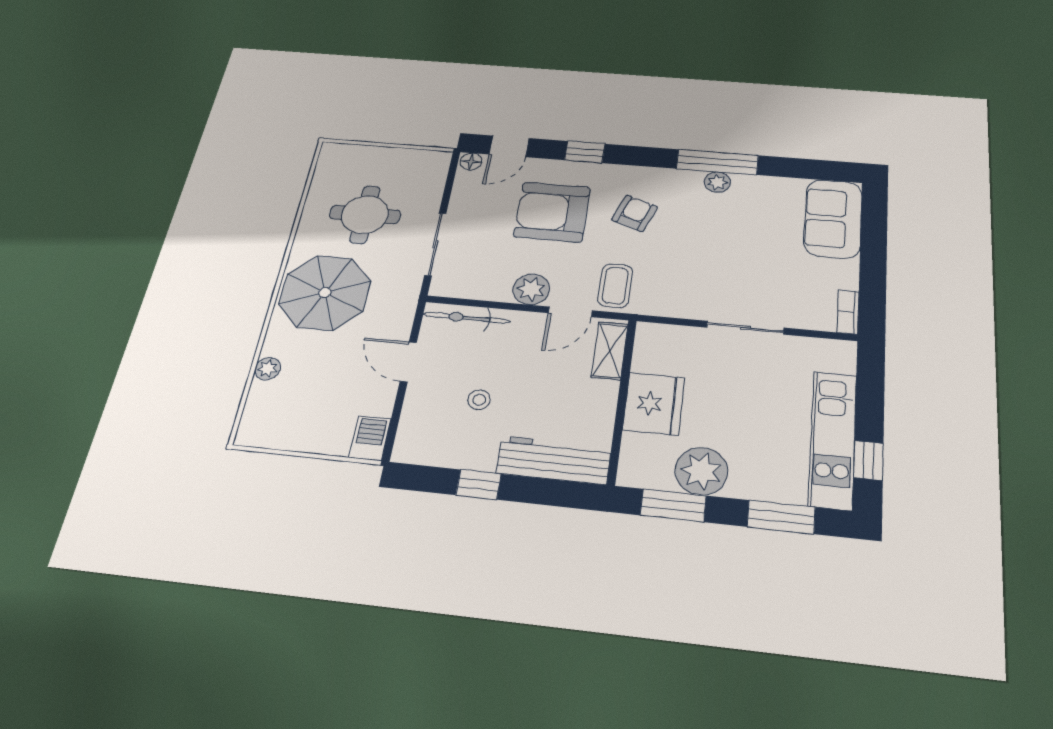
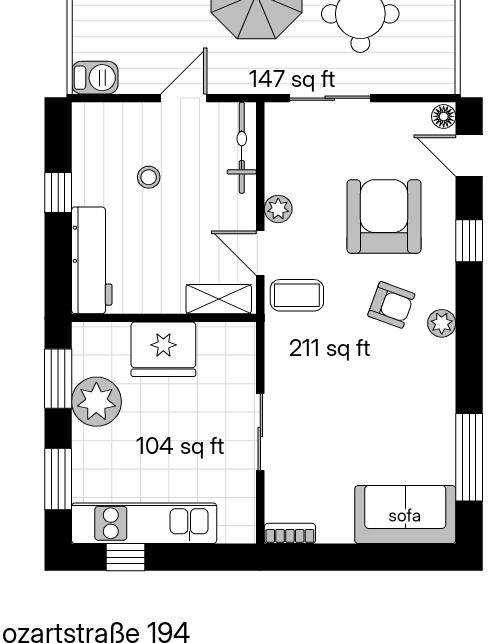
window: (717, 162) -> (469, 457), moved
plant: (717, 182) -> (442, 323), moved
plant: (531, 289) -> (278, 209), width x0.73, depth x0.73

